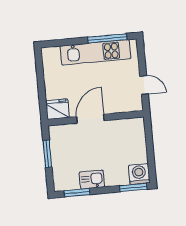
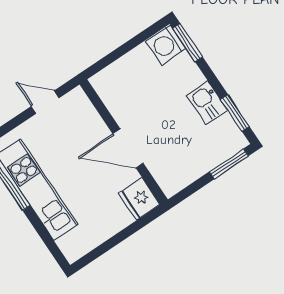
door: (144, 85) -> (45, 102), hinge flipped
window: (47, 154) -> (229, 164), moved

